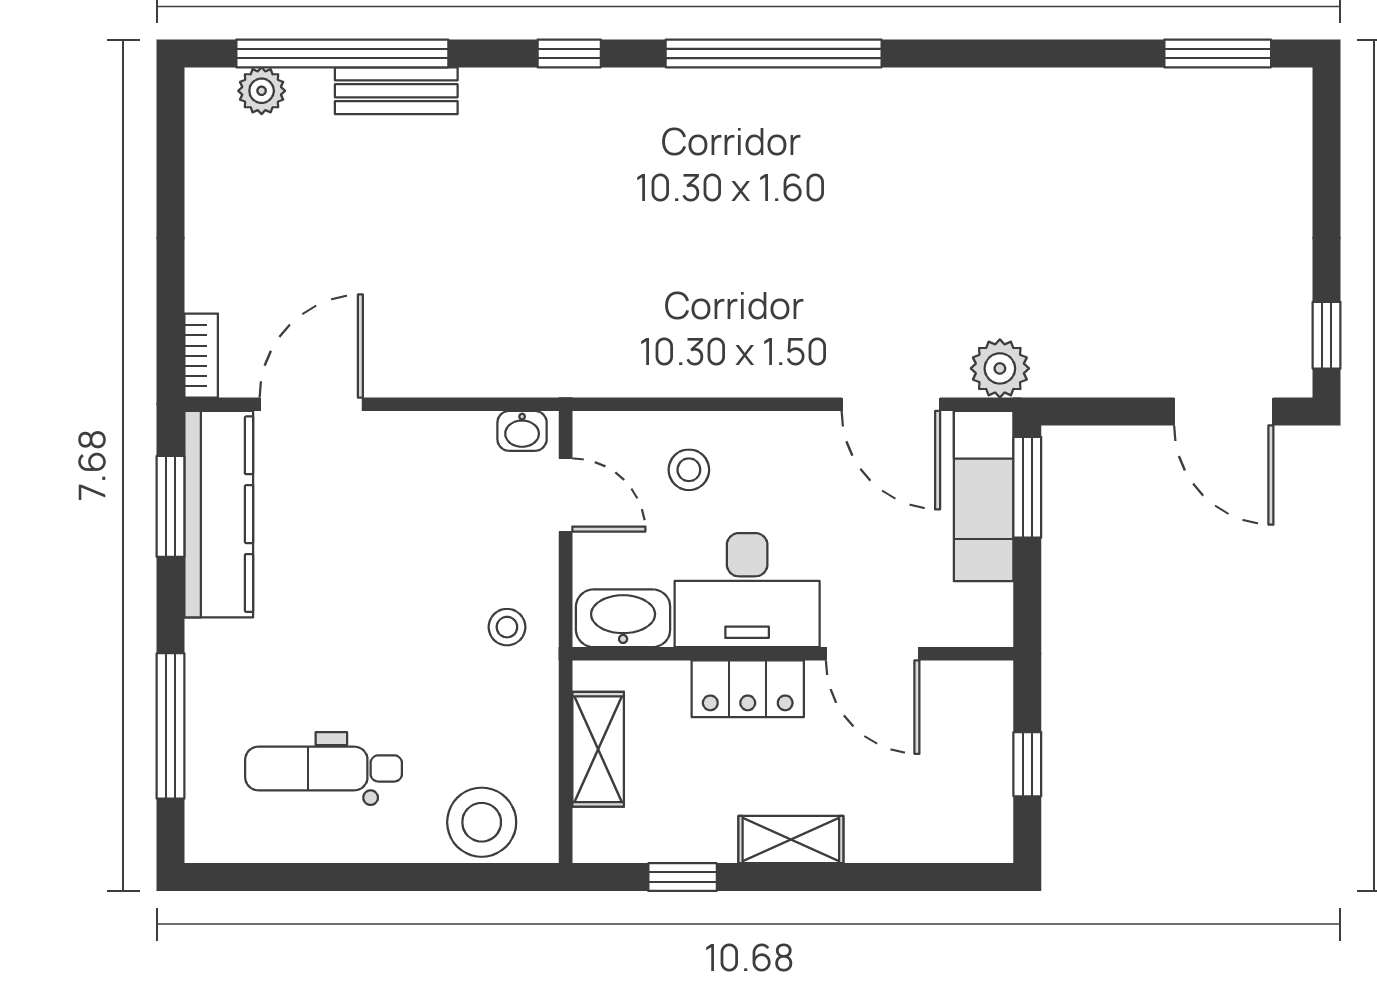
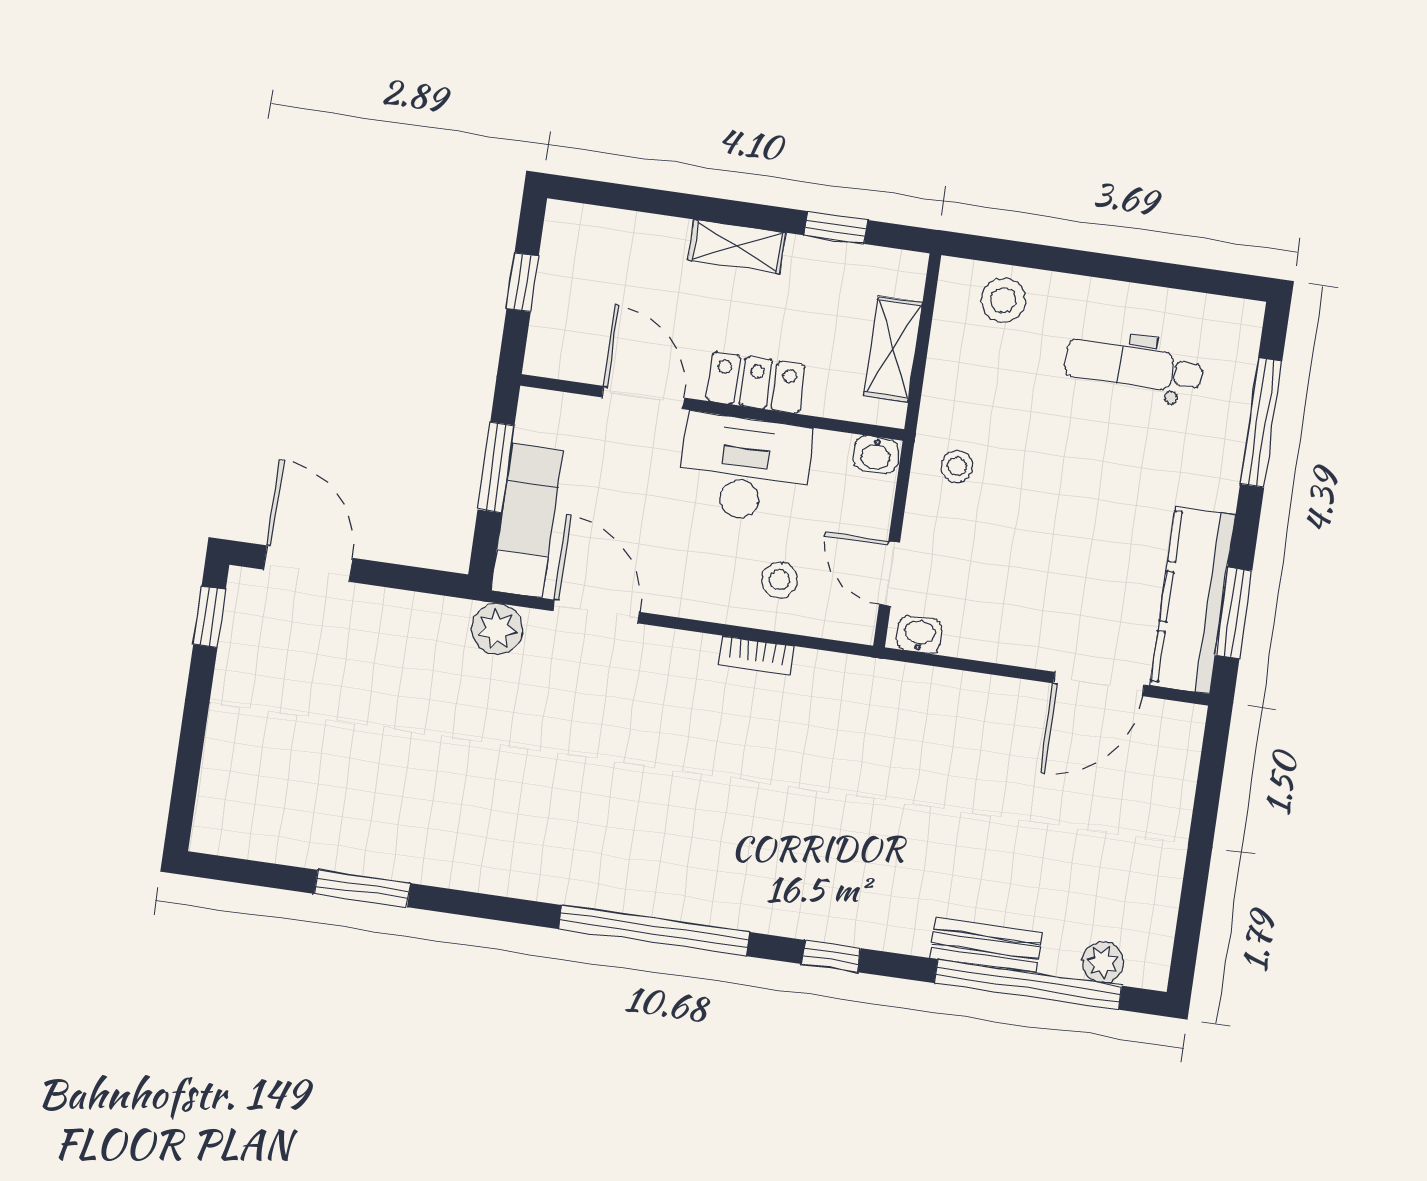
window: (1218, 53) -> (362, 888), moved
bookcase: (201, 356) -> (756, 655), moved, turned -90
window: (1027, 487) -> (496, 467), moved
washbasin: (623, 618) -> (876, 455), width x0.52, depth x0.69
dental chair: (324, 768) -> (1134, 367), turned 180
stool: (482, 822) -> (1003, 300), width x0.73, depth x0.73

